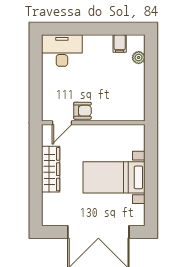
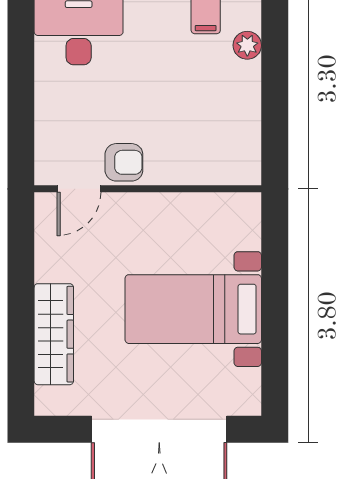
wardrobe: (51, 169) -> (54, 334), moved

